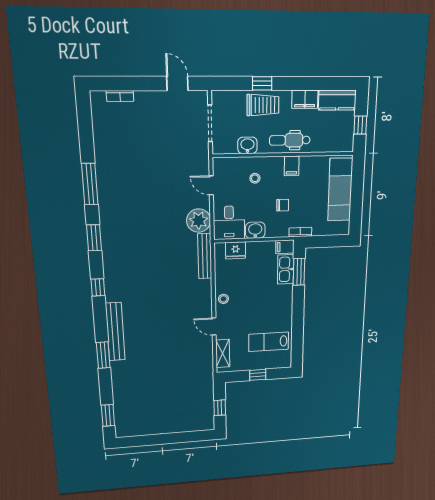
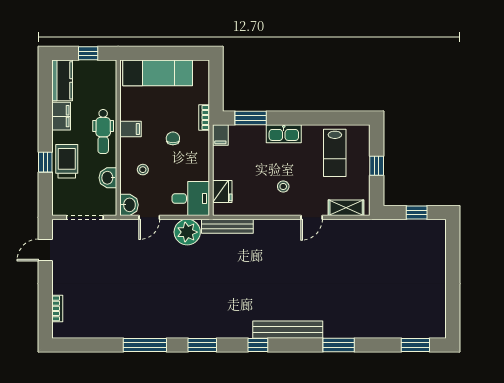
washbasin: (255, 230) -> (129, 205), moved, turned 180
kitchen sink: (286, 269) -> (284, 134), moved
stool: (224, 299) -> (283, 186), moved
bench: (115, 332) -> (288, 330), moved

